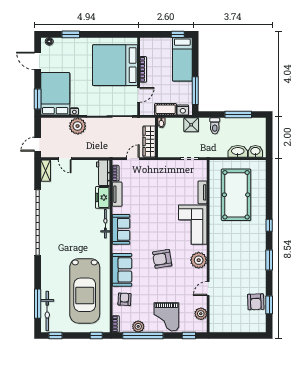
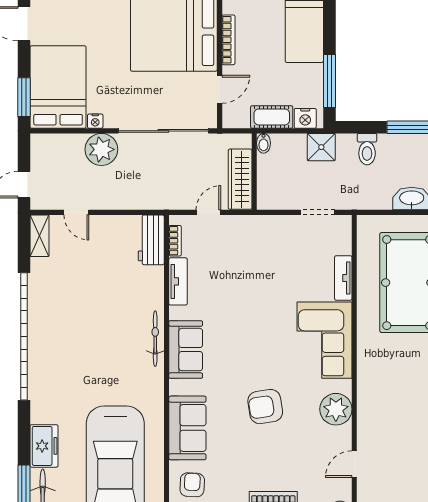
freezer: (103, 197) -> (44, 446), moved, turned 180

